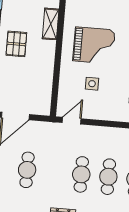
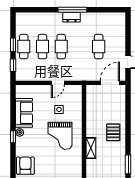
grand piano: (94, 45) -> (60, 136), turned -90
door: (72, 121) -> (58, 83), moved

